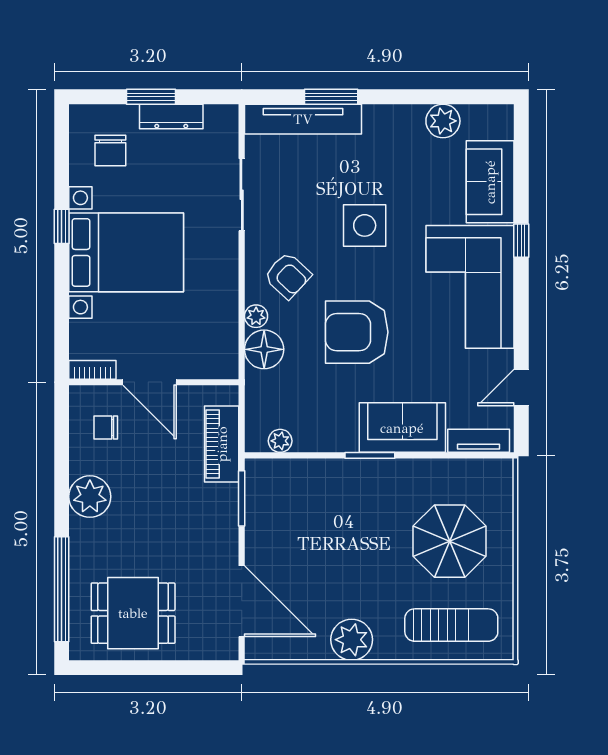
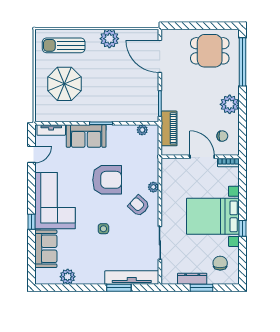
side table: (365, 225) -> (103, 229), width x0.54, depth x0.54
floor lamp: (264, 349) -> (150, 172), removed

